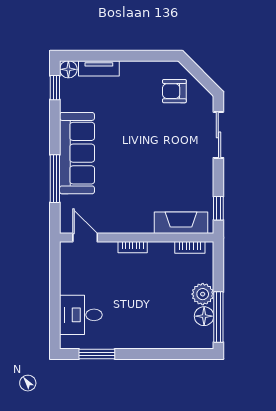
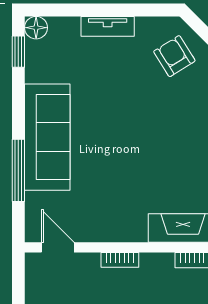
tv unit: (99, 68) -> (108, 26), moved
armchair: (174, 91) -> (174, 56), turned 58

